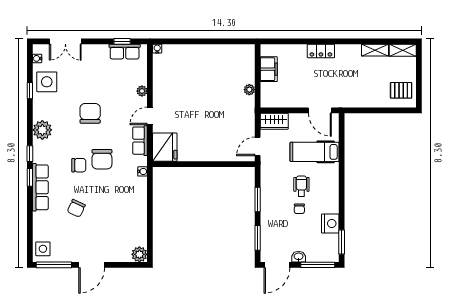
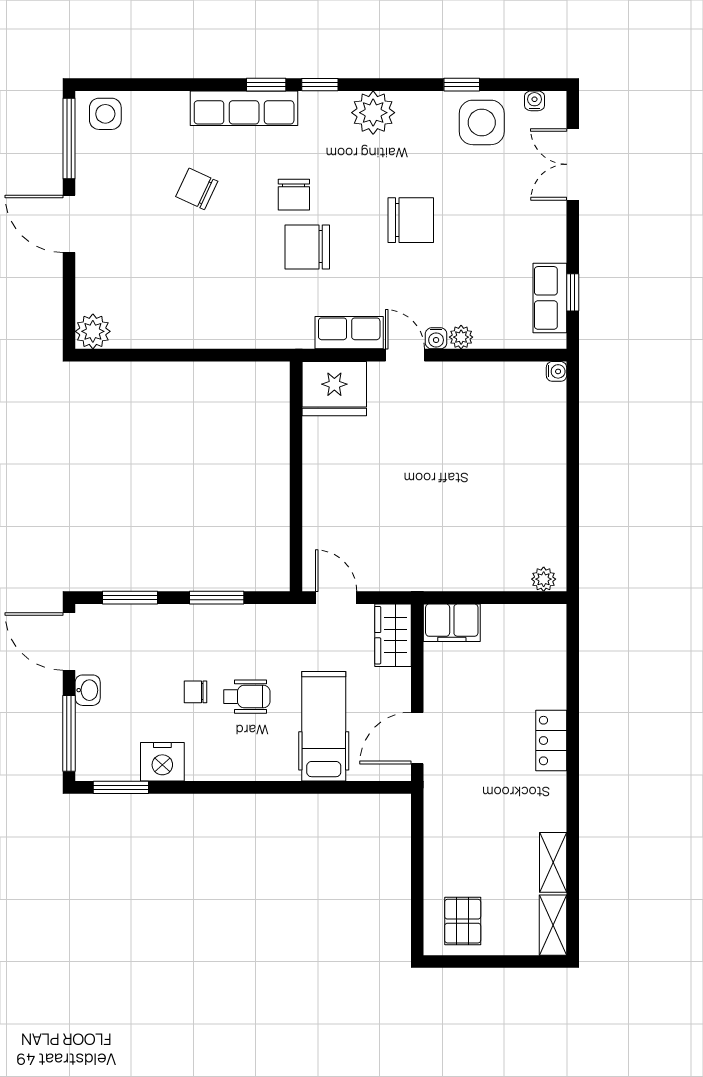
filing cabinet: (269, 69) -> (452, 623), moved
plant: (249, 90) -> (544, 579), moved
water cooler: (142, 171) -> (436, 338), moved

